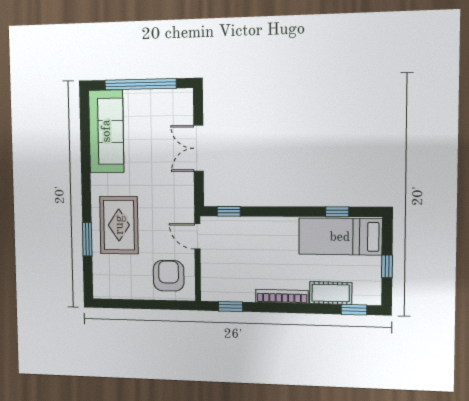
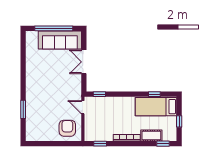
sofa: (106, 131) -> (60, 40), moved, turned 90
rug: (119, 225) -> (41, 102), removed

